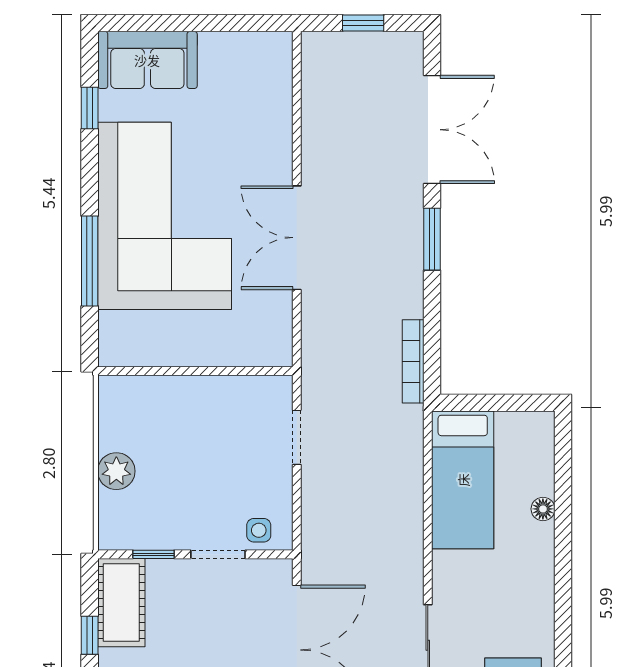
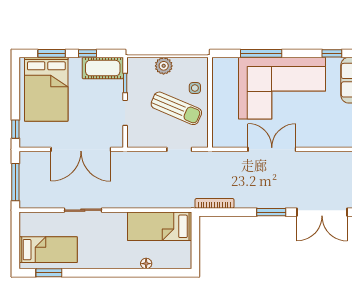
sun lounger: (208, 444) -> (176, 108), added
side table: (259, 530) -> (195, 88), moved

